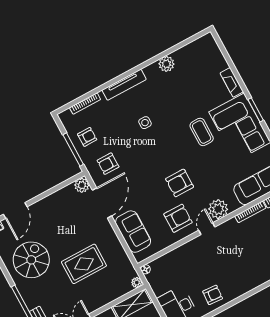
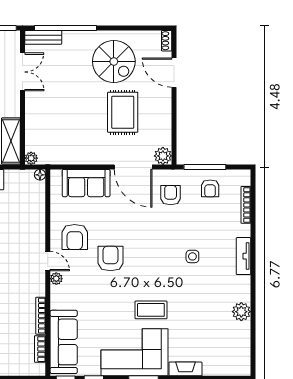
tv unit: (124, 85) -> (243, 256), width x0.71
plant: (218, 209) -> (56, 279), width x0.53, depth x0.53
rug: (84, 264) -> (123, 112), moved

